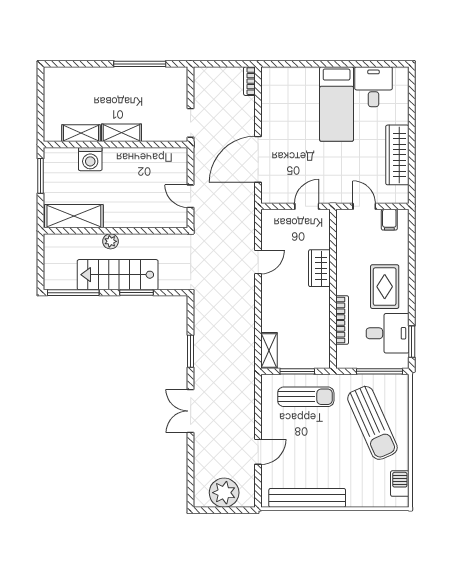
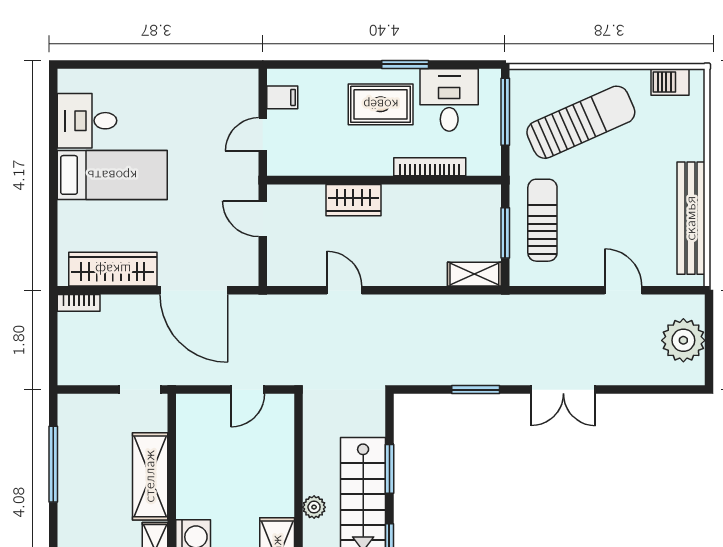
shelving: (121, 133) -> (150, 476), width x1.50, depth x1.33
wardrobe: (397, 155) -> (113, 269), moved, turned 180
window: (412, 342) -> (405, 64), moved

